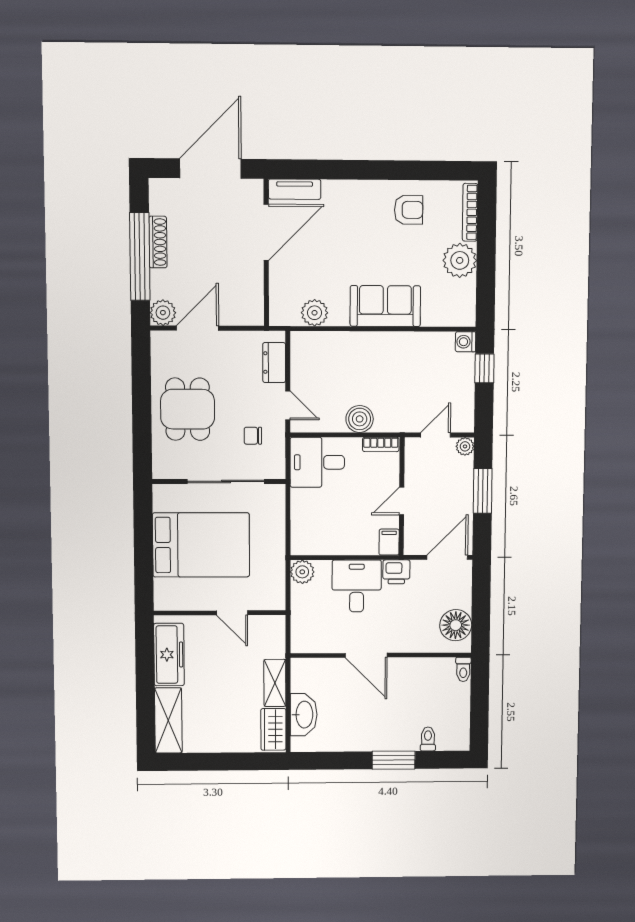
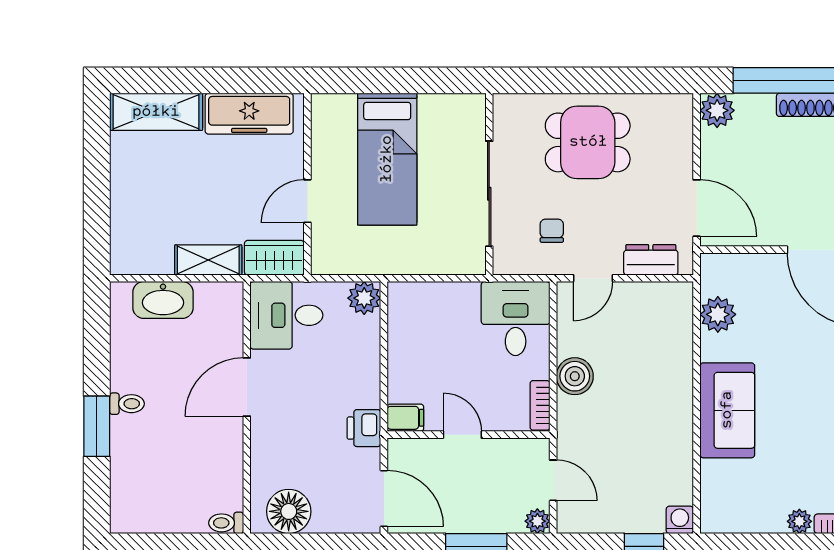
plant: (460, 260) -> (799, 521), width x0.53, depth x0.53
door: (198, 328) -> (697, 208), moved
bed: (201, 545) -> (387, 159), width x0.67
desk: (357, 586) -> (286, 315), moved, turned 180
wardrobe: (273, 729) -> (274, 258), moved
toilet: (428, 739) -> (127, 404), moved

